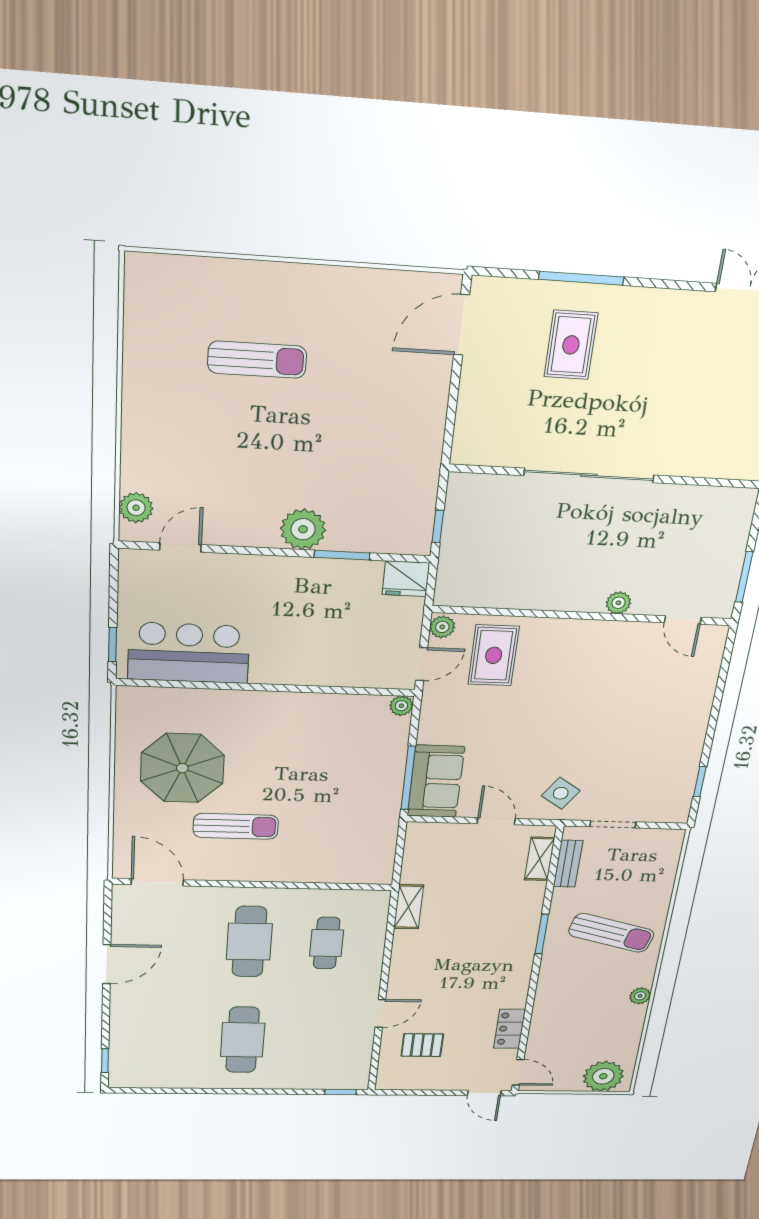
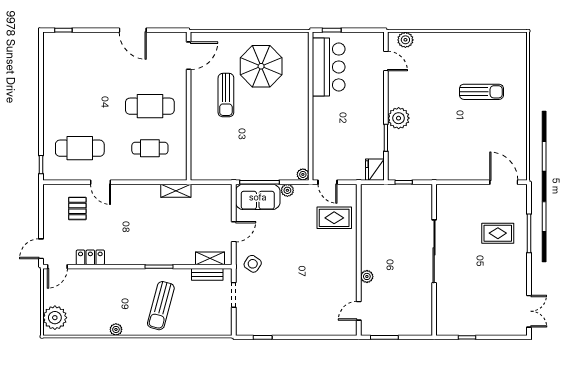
sun lounger: (257, 360) -> (481, 92), turned -90
plant: (442, 627) -> (287, 190), moved
cafe table: (243, 1040) -> (80, 148), moved

